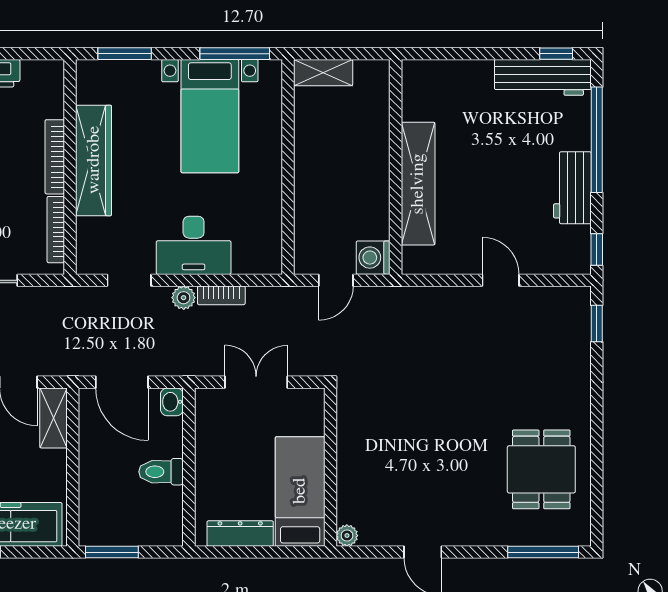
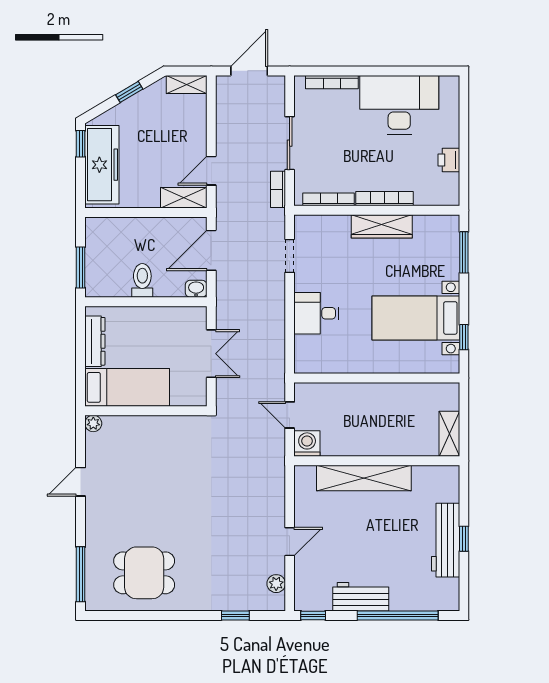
window: (235, 54) -> (464, 337), width x0.46
window: (556, 54) -> (464, 539), moved
shelving: (323, 73) -> (449, 434), moved
workbench: (543, 77) -> (446, 540), moved
wardrobe: (94, 160) -> (382, 226), width x0.71, depth x0.85
desk: (194, 245) -> (316, 313), width x0.73
bookcase: (221, 295) -> (278, 189), moved
plant: (184, 298) -> (276, 584), moved
window: (597, 323) -> (235, 615), moved
window: (112, 552) -> (81, 267), moved

